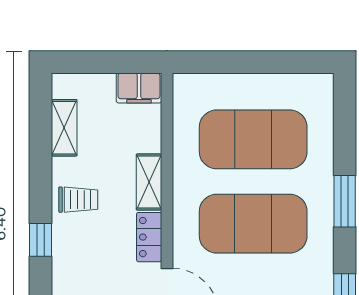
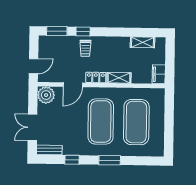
trolley: (78, 200) -> (85, 48), moved
window: (40, 240) -> (83, 31), moved

